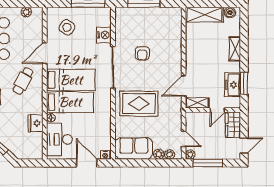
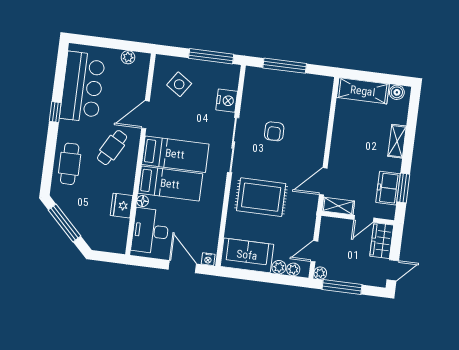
door: (184, 139) -> (314, 251), swing flipped

